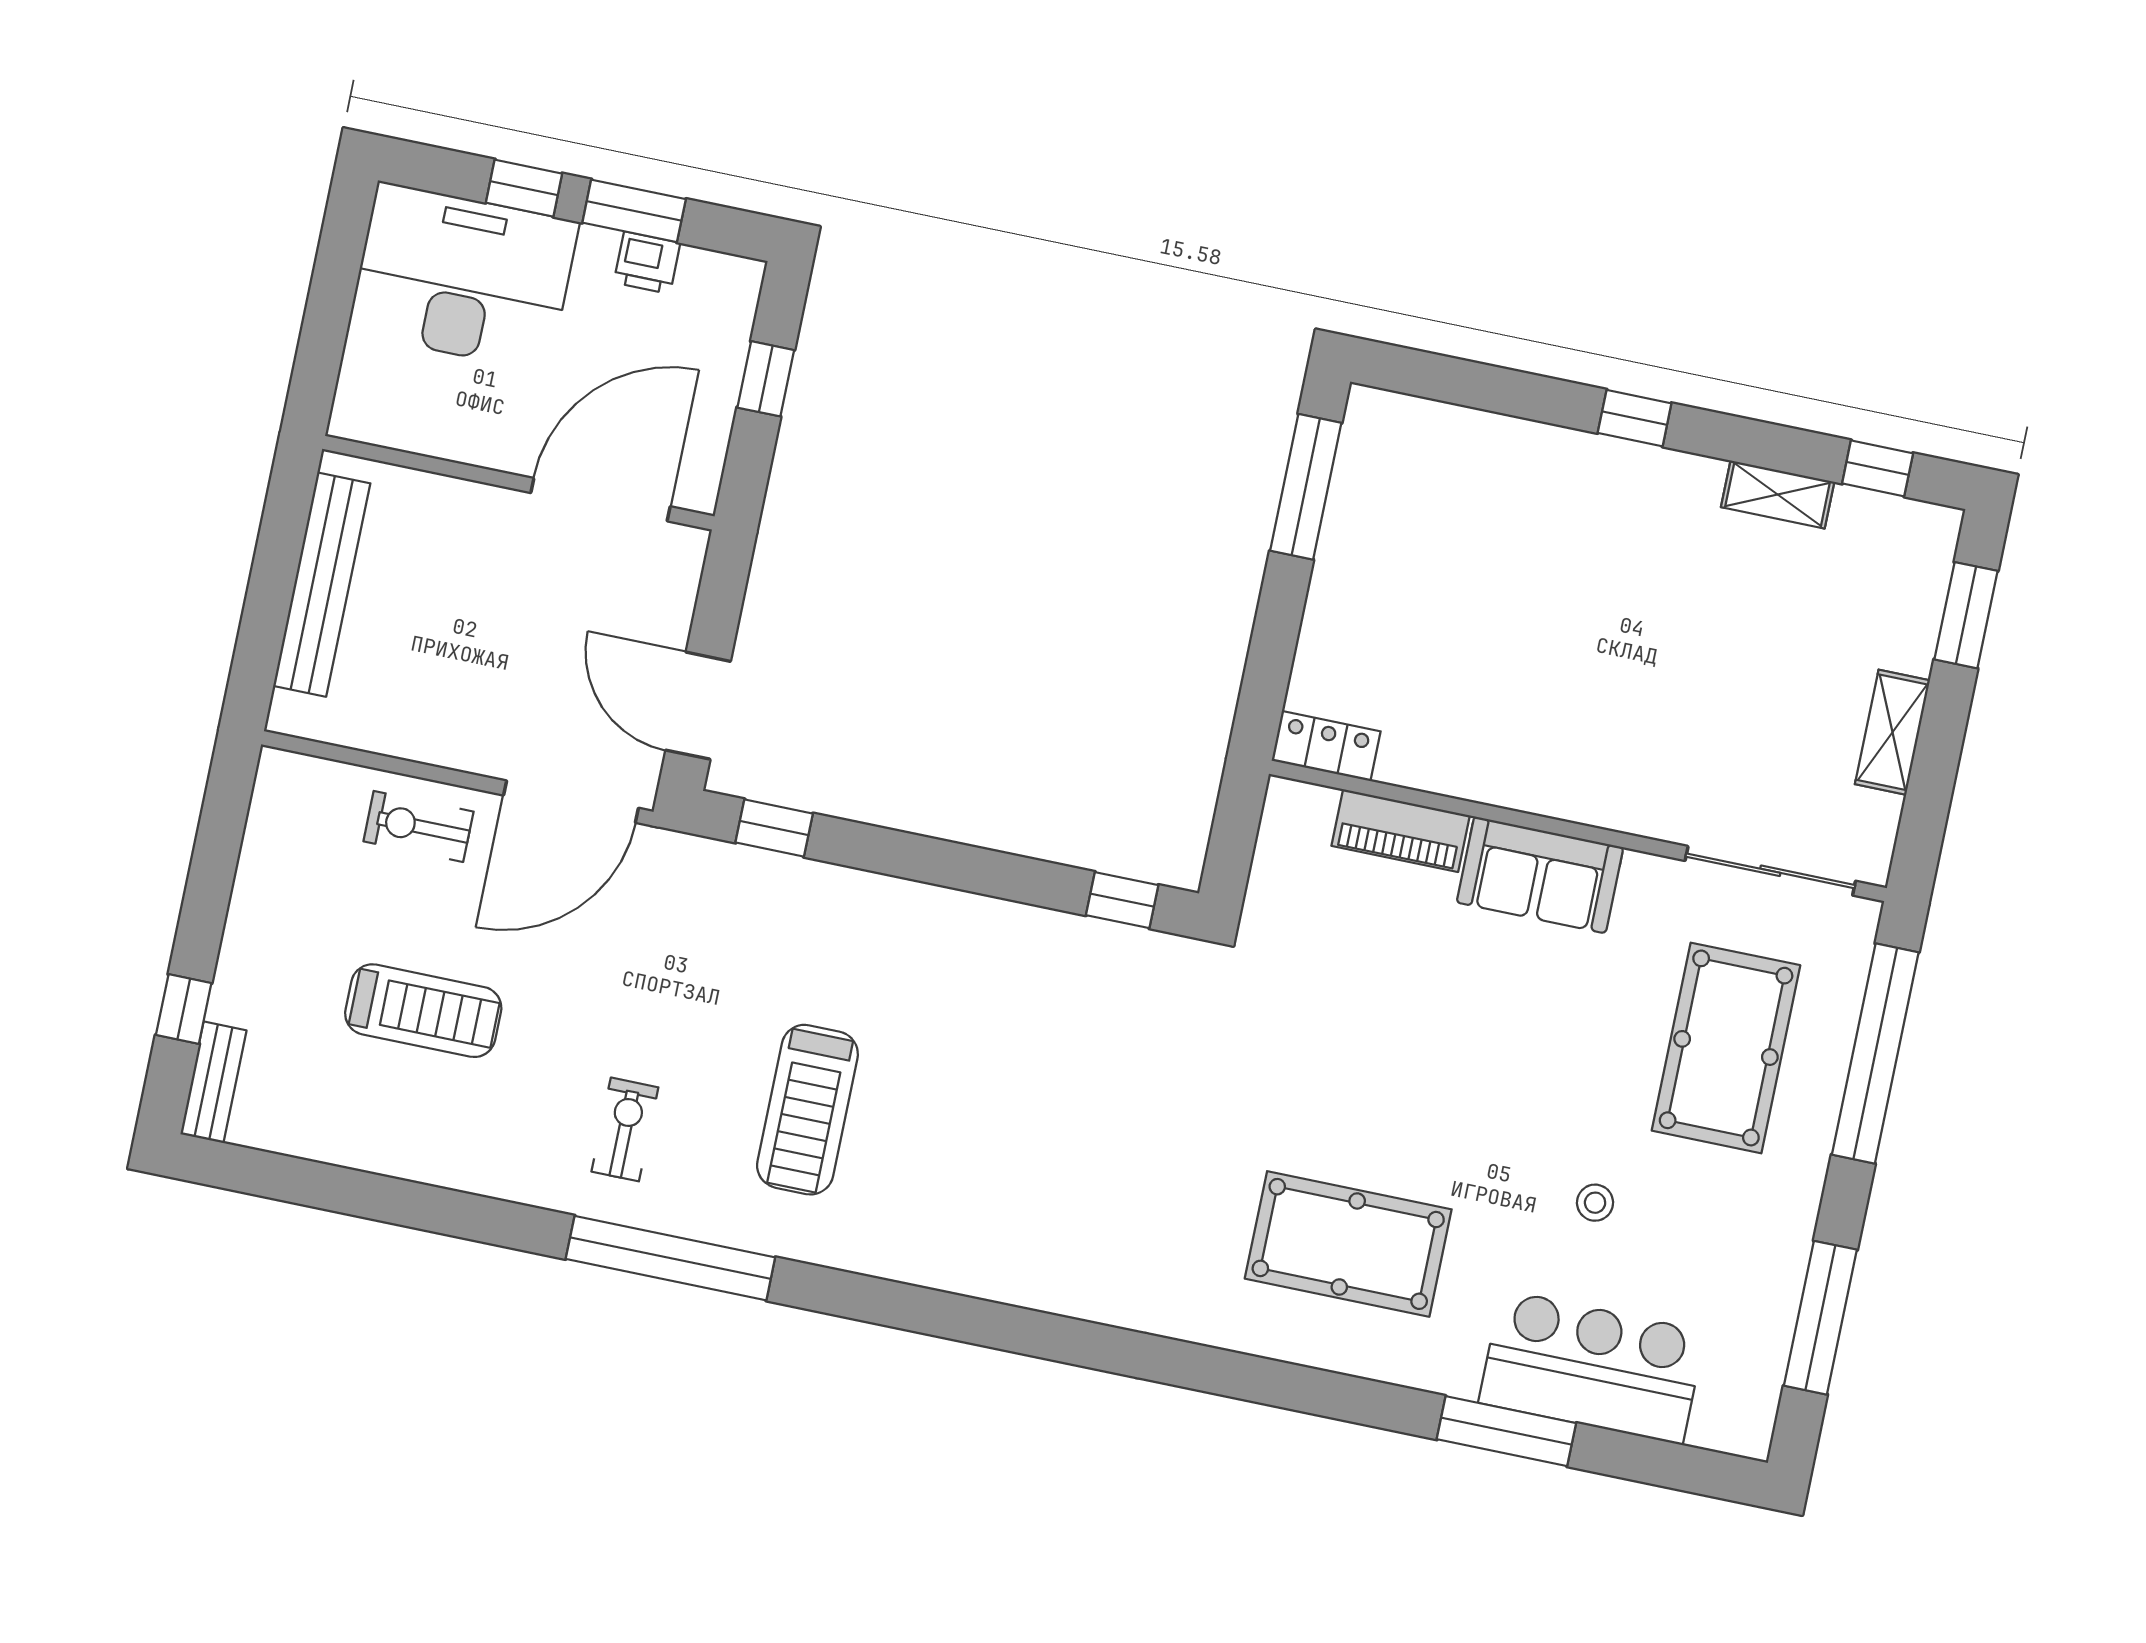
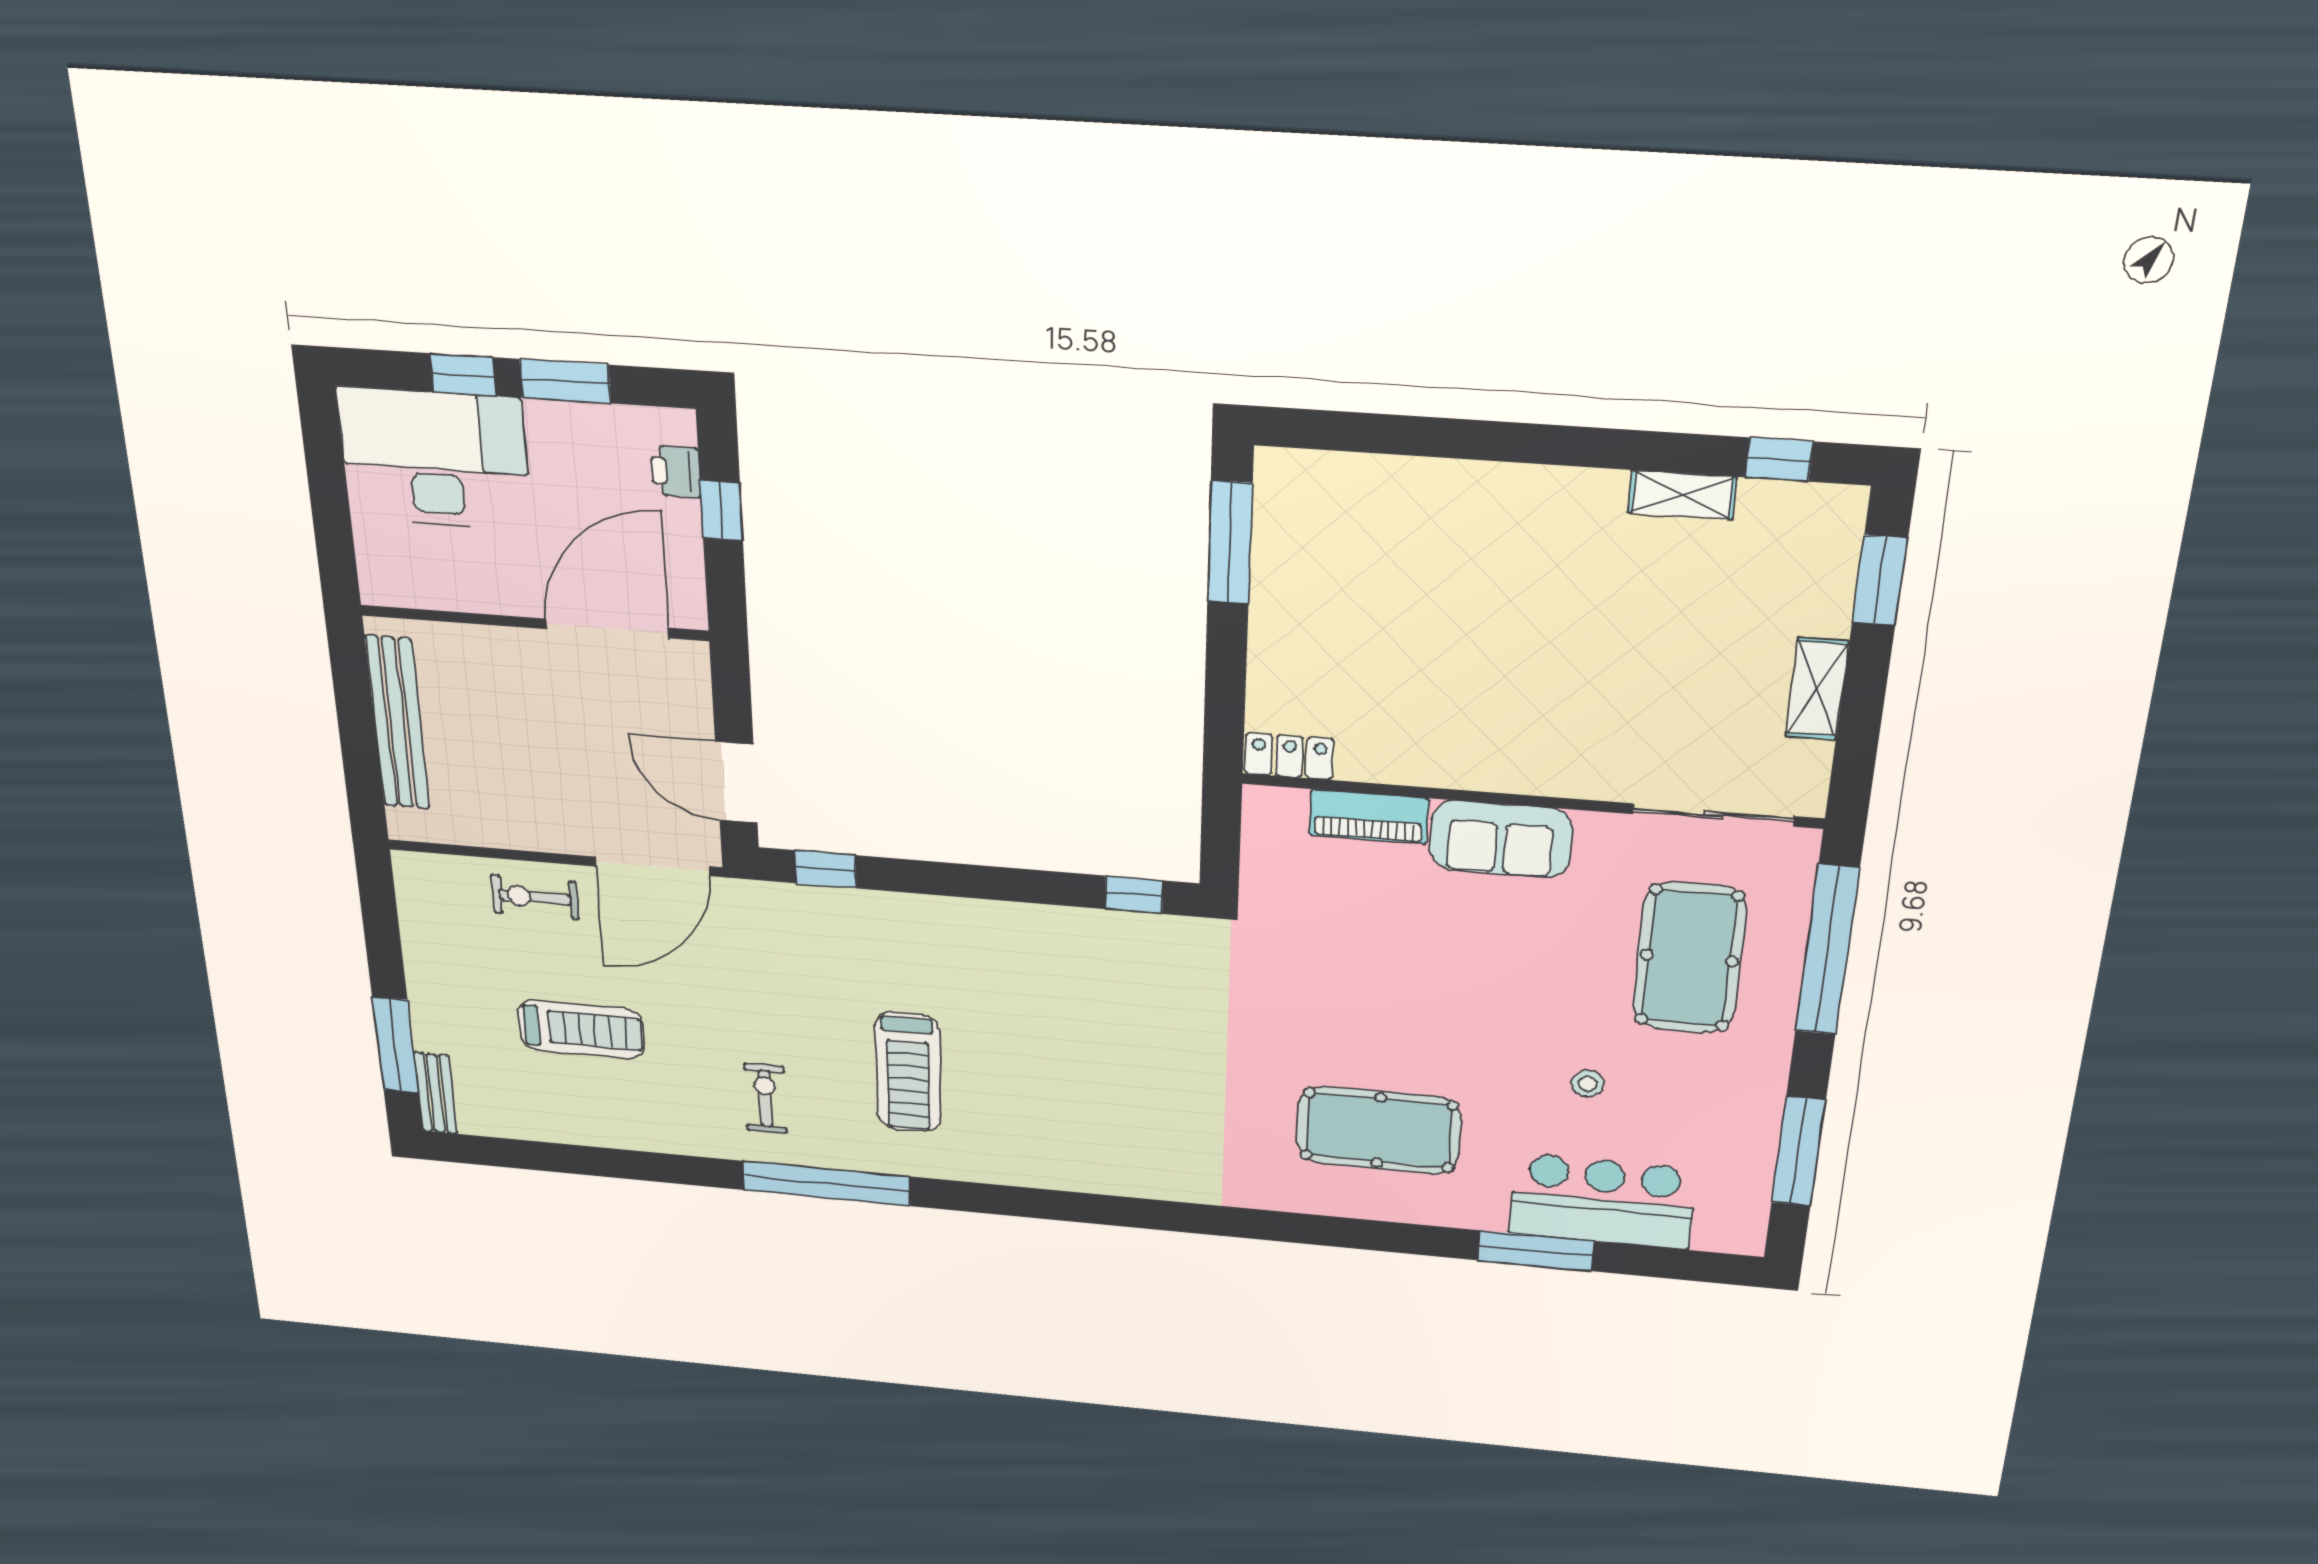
printer: (647, 263) -> (676, 472), moved, turned 90
window: (1635, 418) -> (1533, 444), removed
window: (184, 1009) -> (395, 1045), width x2.17

